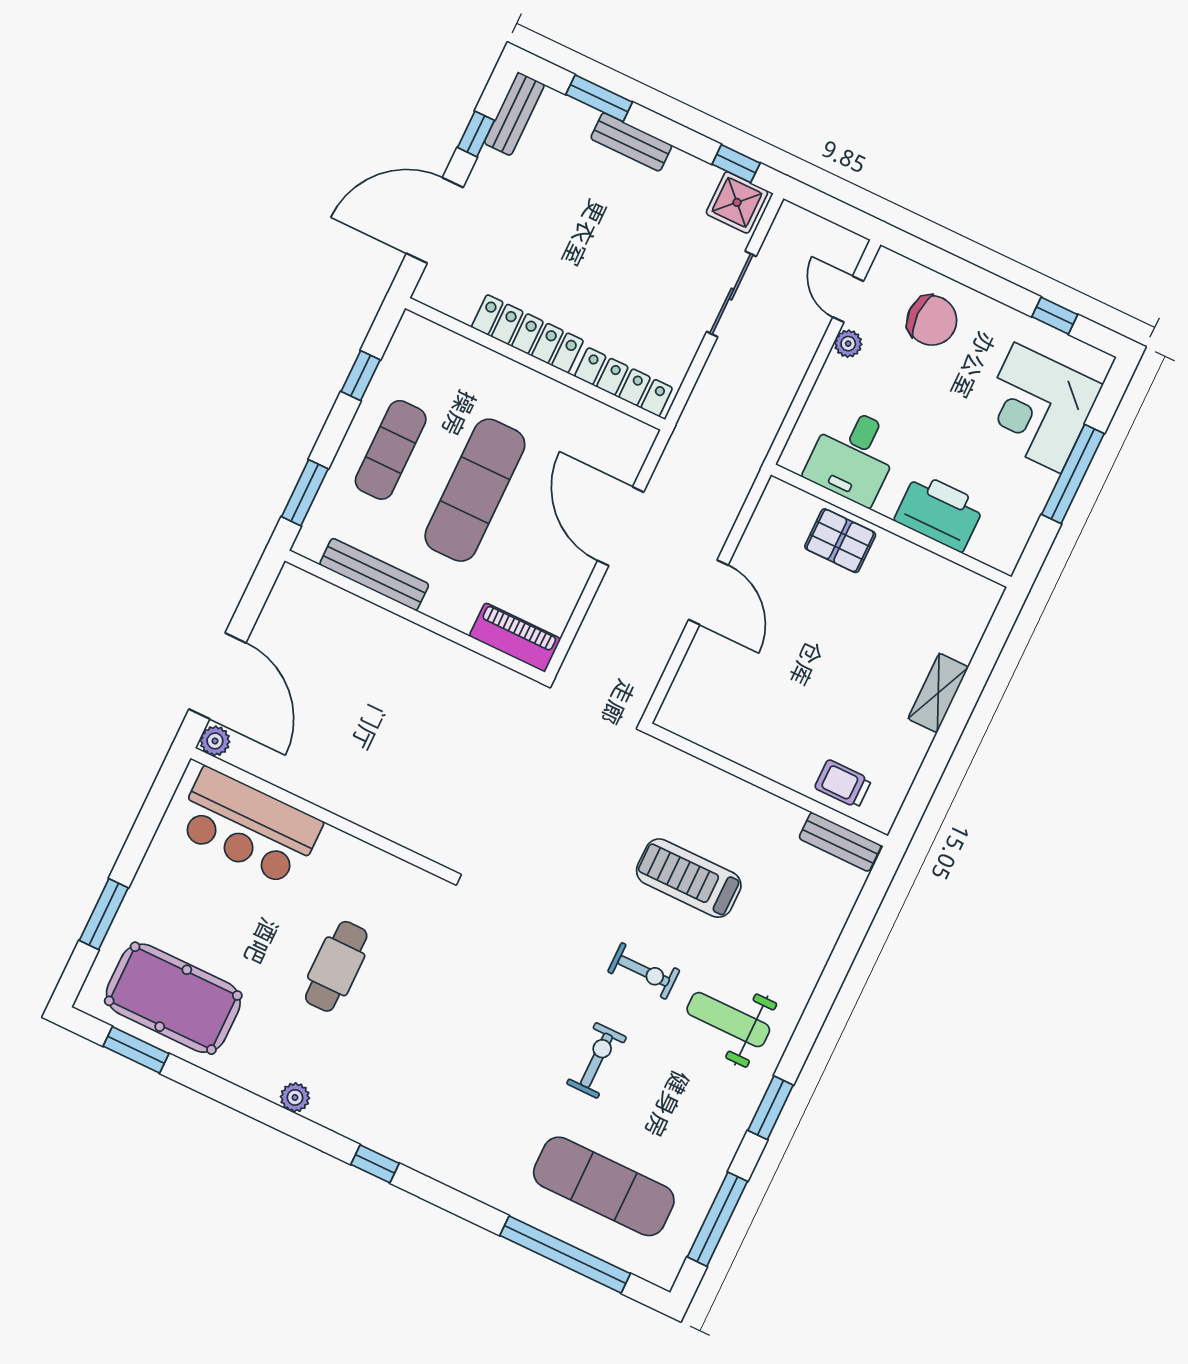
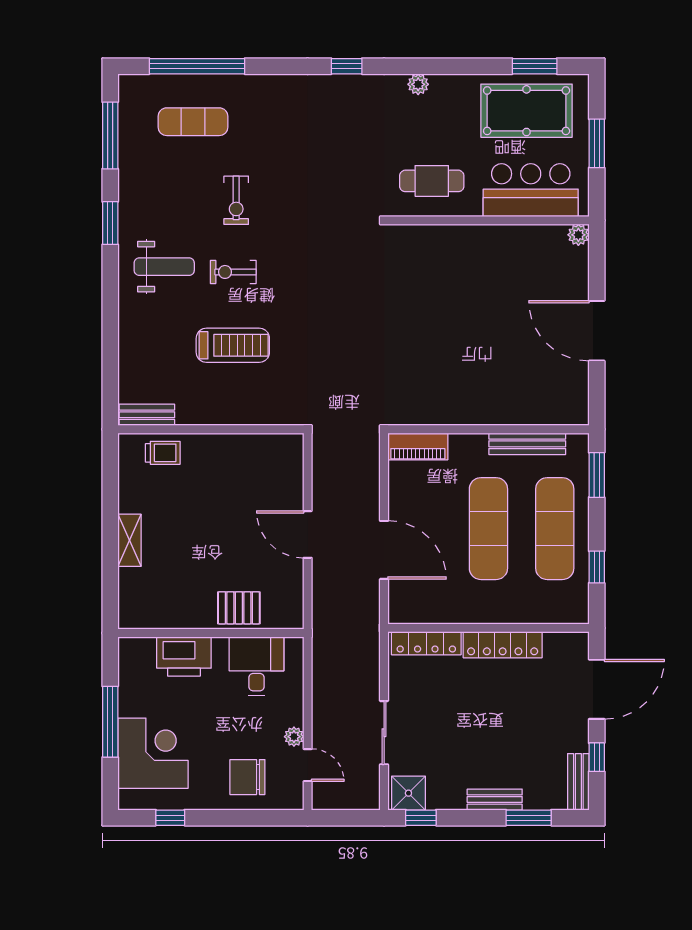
exercise mat: (391, 450) -> (555, 529), width x1.36, depth x1.45
plant: (215, 741) -> (578, 235), moved
wall: (320, 814) -> (488, 220), moved
bar counter: (248, 827) -> (531, 190), moved
cafe table: (336, 966) -> (432, 181), turned 90
exercise mat: (604, 1186) -> (193, 122), width x0.73, depth x0.69

